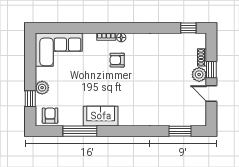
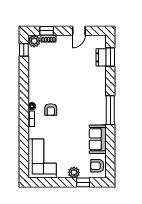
window: (211, 70) -> (47, 31), moved
plant: (199, 75) -> (34, 41), moved
sofa: (101, 116) -> (98, 139), moved
dresser: (180, 120) -> (101, 57), added
window: (80, 131) -> (110, 110), moved

